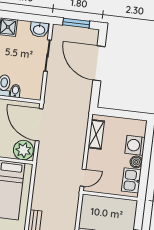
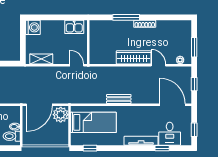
washing machine: (135, 145) -> (33, 27), moved, turned -90
boiler: (136, 162) -> (59, 25), removed

